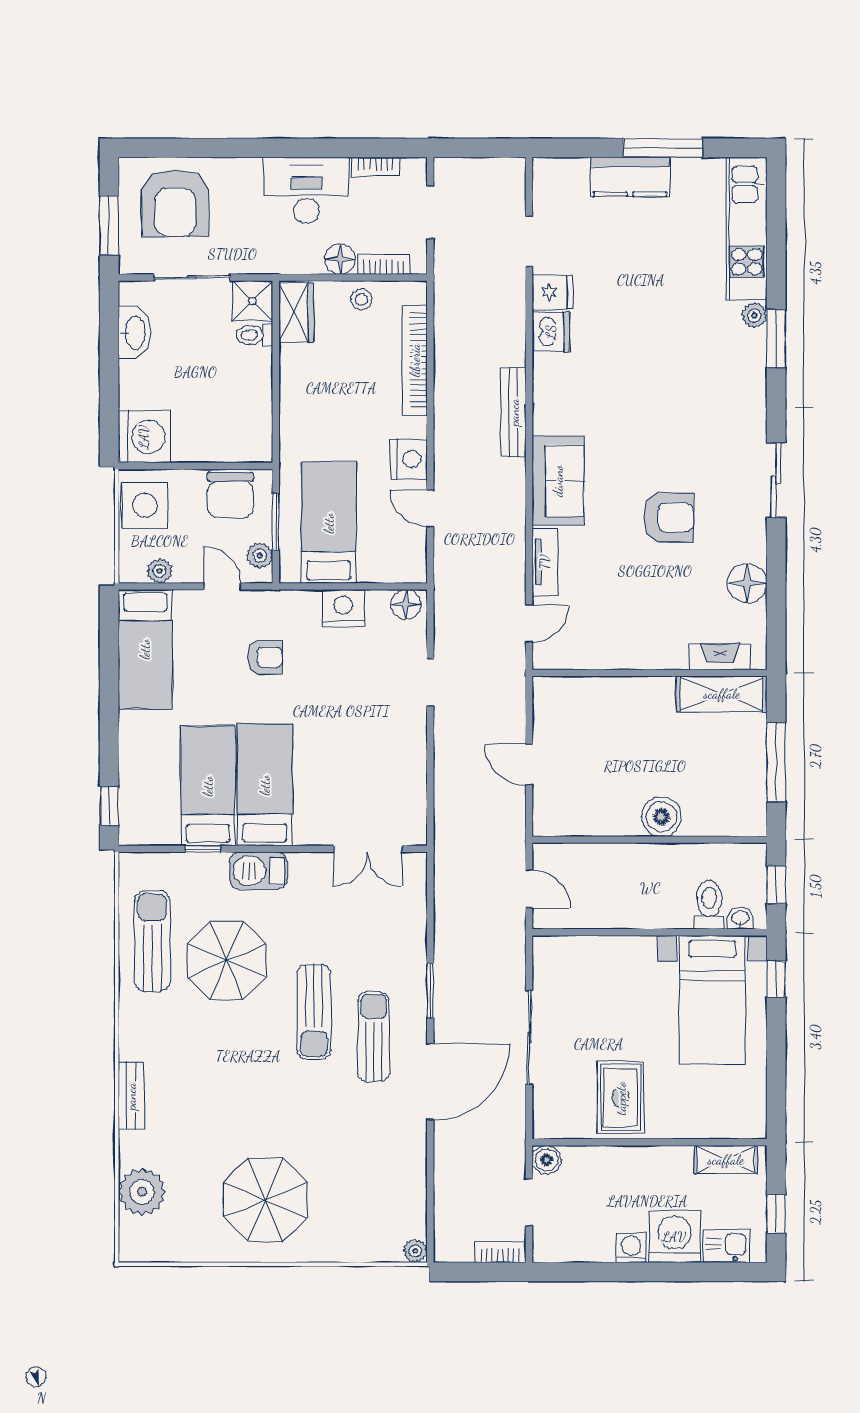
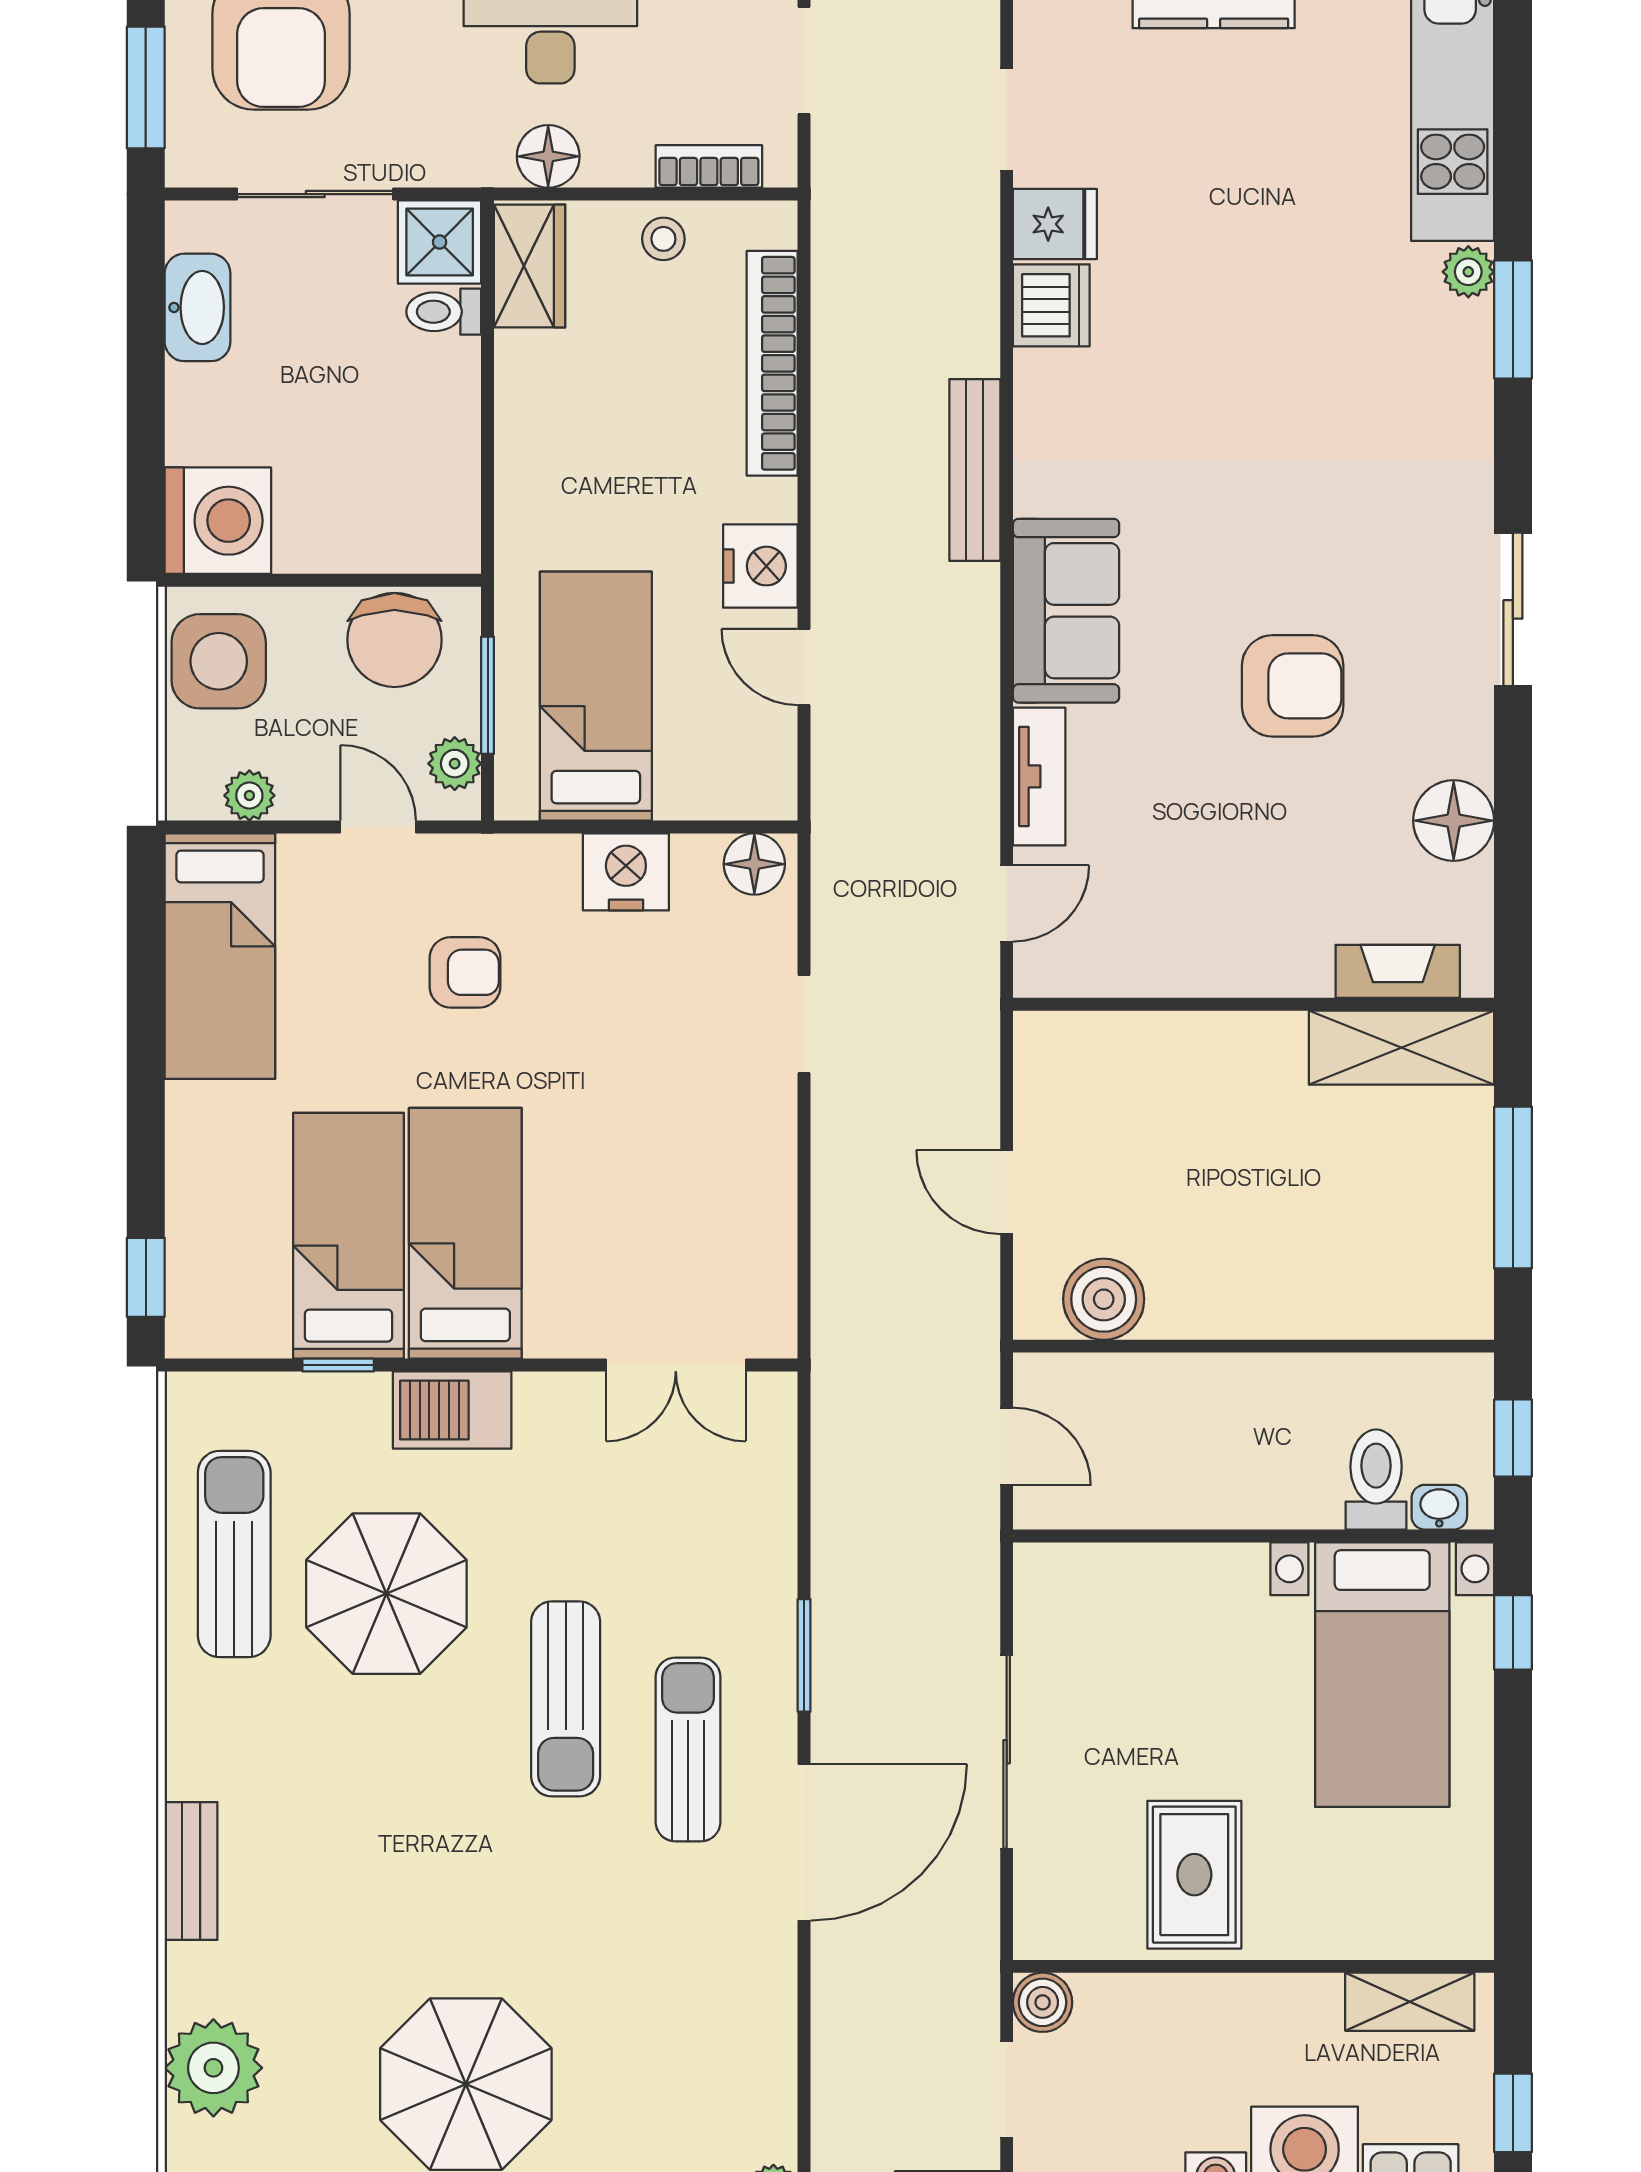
floor lamp: (340, 259) -> (548, 156), moved
boiler: (661, 817) -> (1104, 1299), moved

